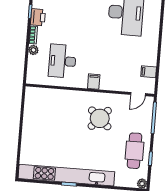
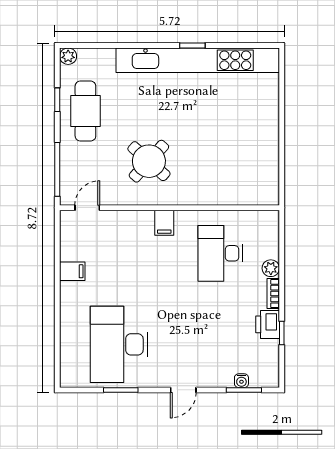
desk: (62, 61) -> (220, 253), turned 180
filing cabinet: (149, 72) -> (72, 271), moved

